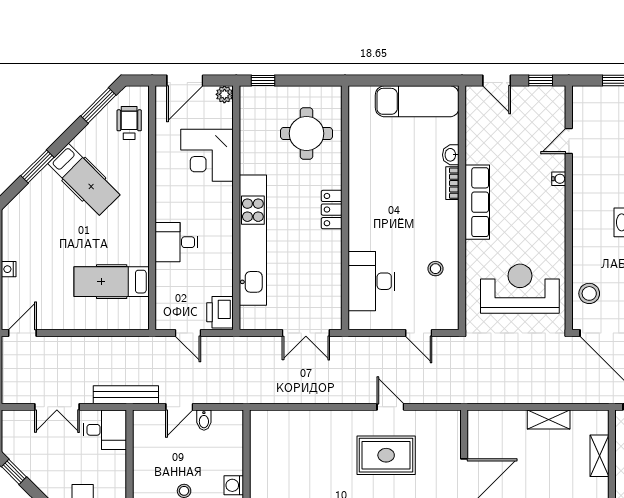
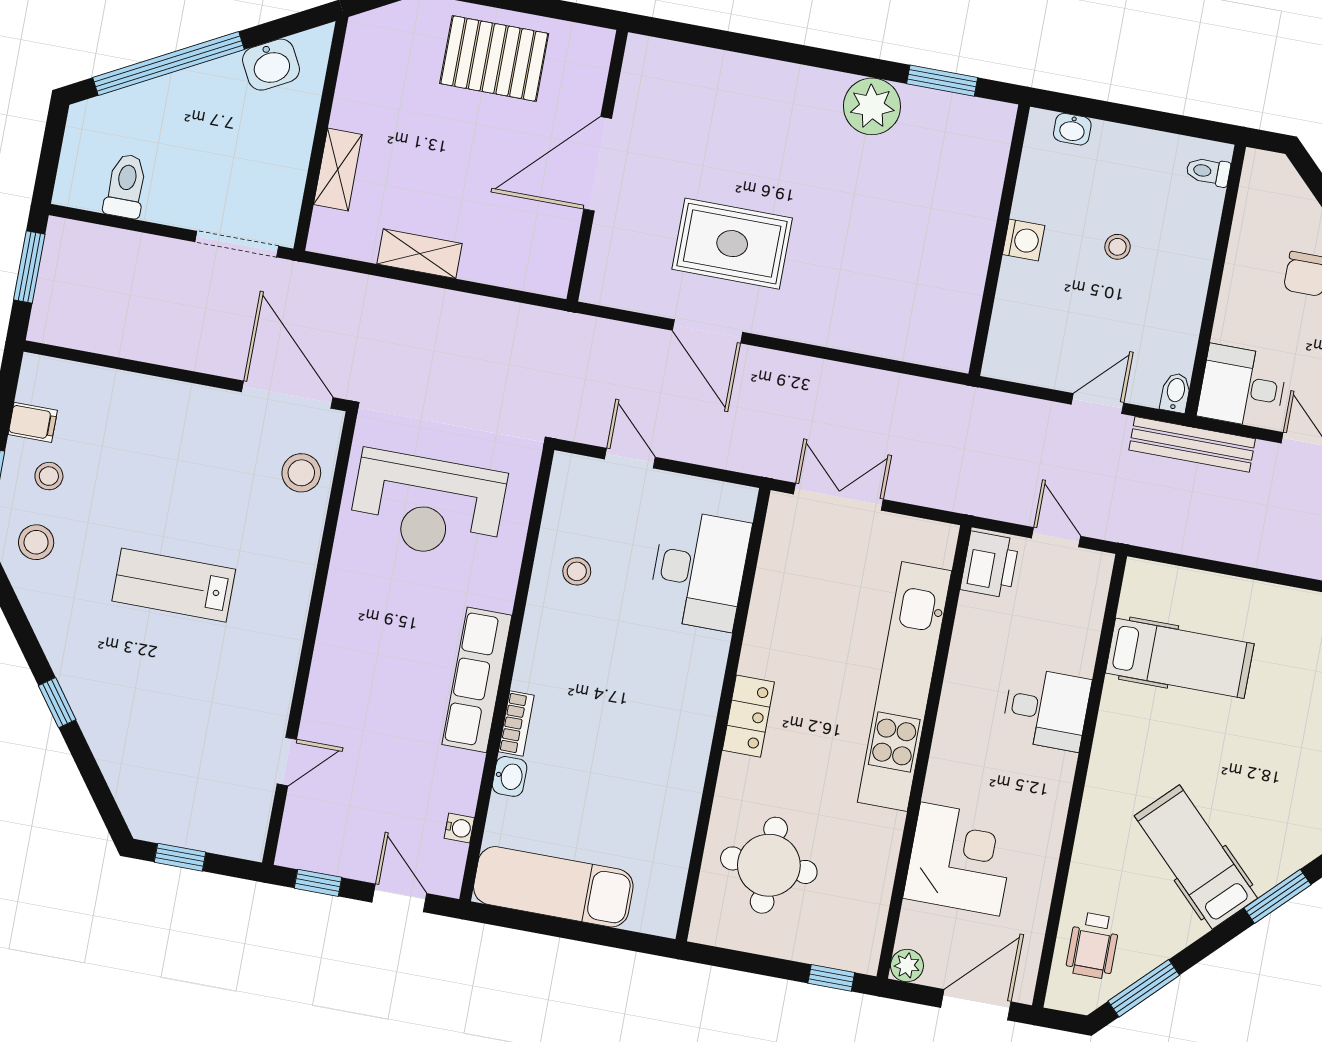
water cooler: (559, 179) -> (459, 828), moved, turned 180
door: (390, 407) -> (707, 331), width x1.38
bidet: (204, 420) -> (1175, 393), moved

